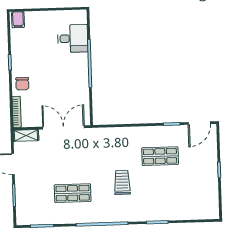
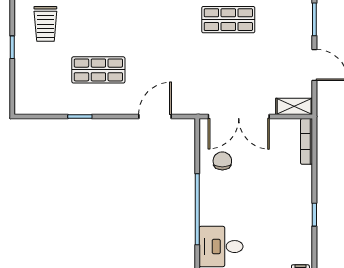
chair: (22, 84) -> (222, 161), moved
door: (199, 123) -> (155, 117), moved
trolley: (122, 182) -> (45, 24), moved

